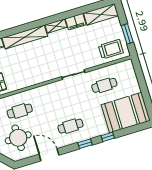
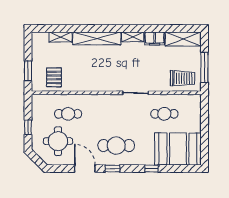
window: (127, 34) -> (204, 68), width x1.44
cafe table: (71, 126) -> (116, 146), width x1.37, depth x1.35
window: (85, 144) -> (113, 169), moved

